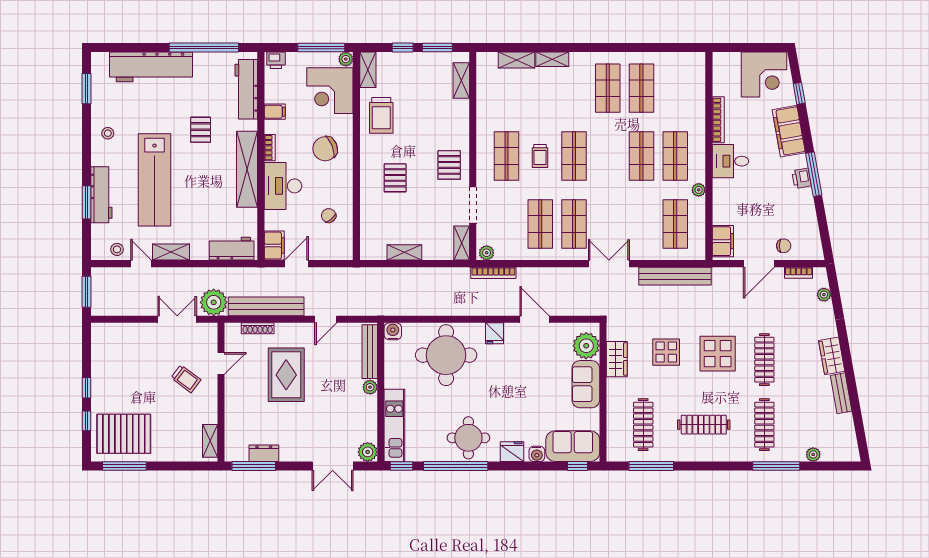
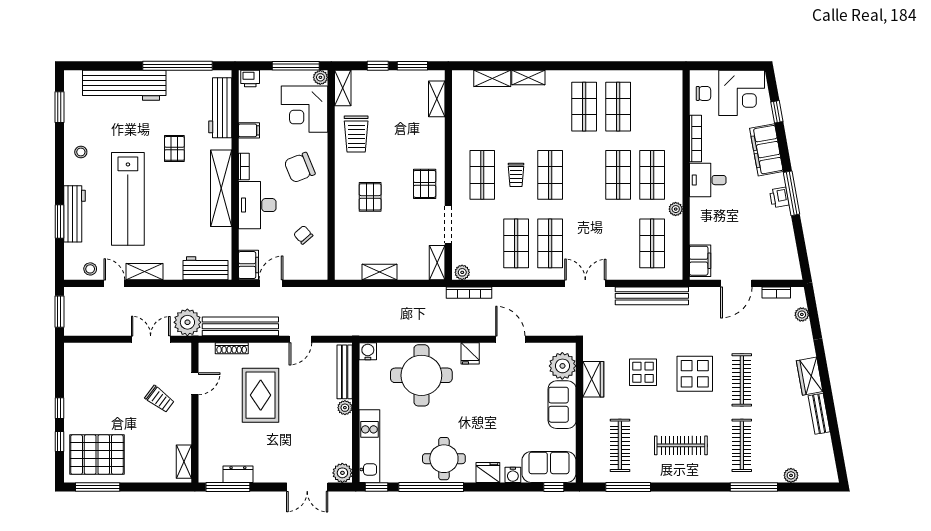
chair: (784, 246) -> (703, 93), moved

